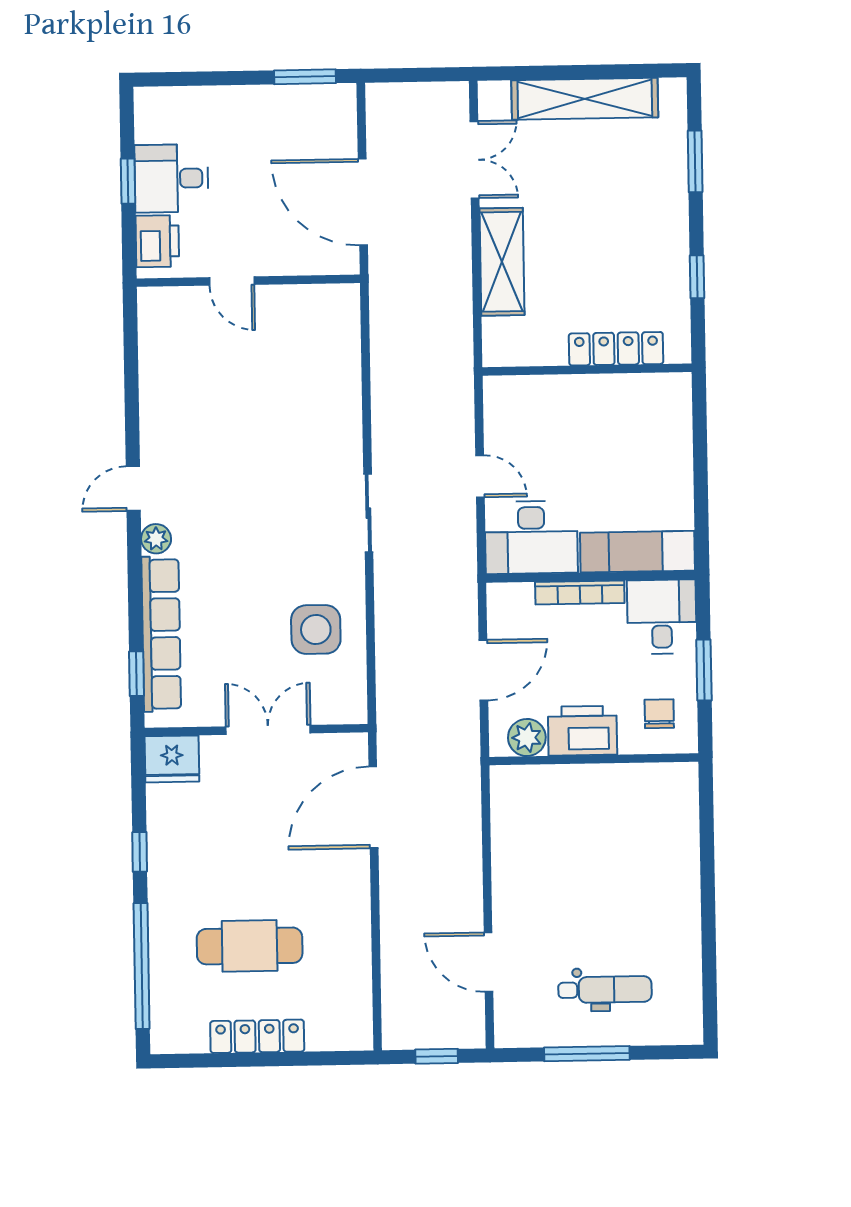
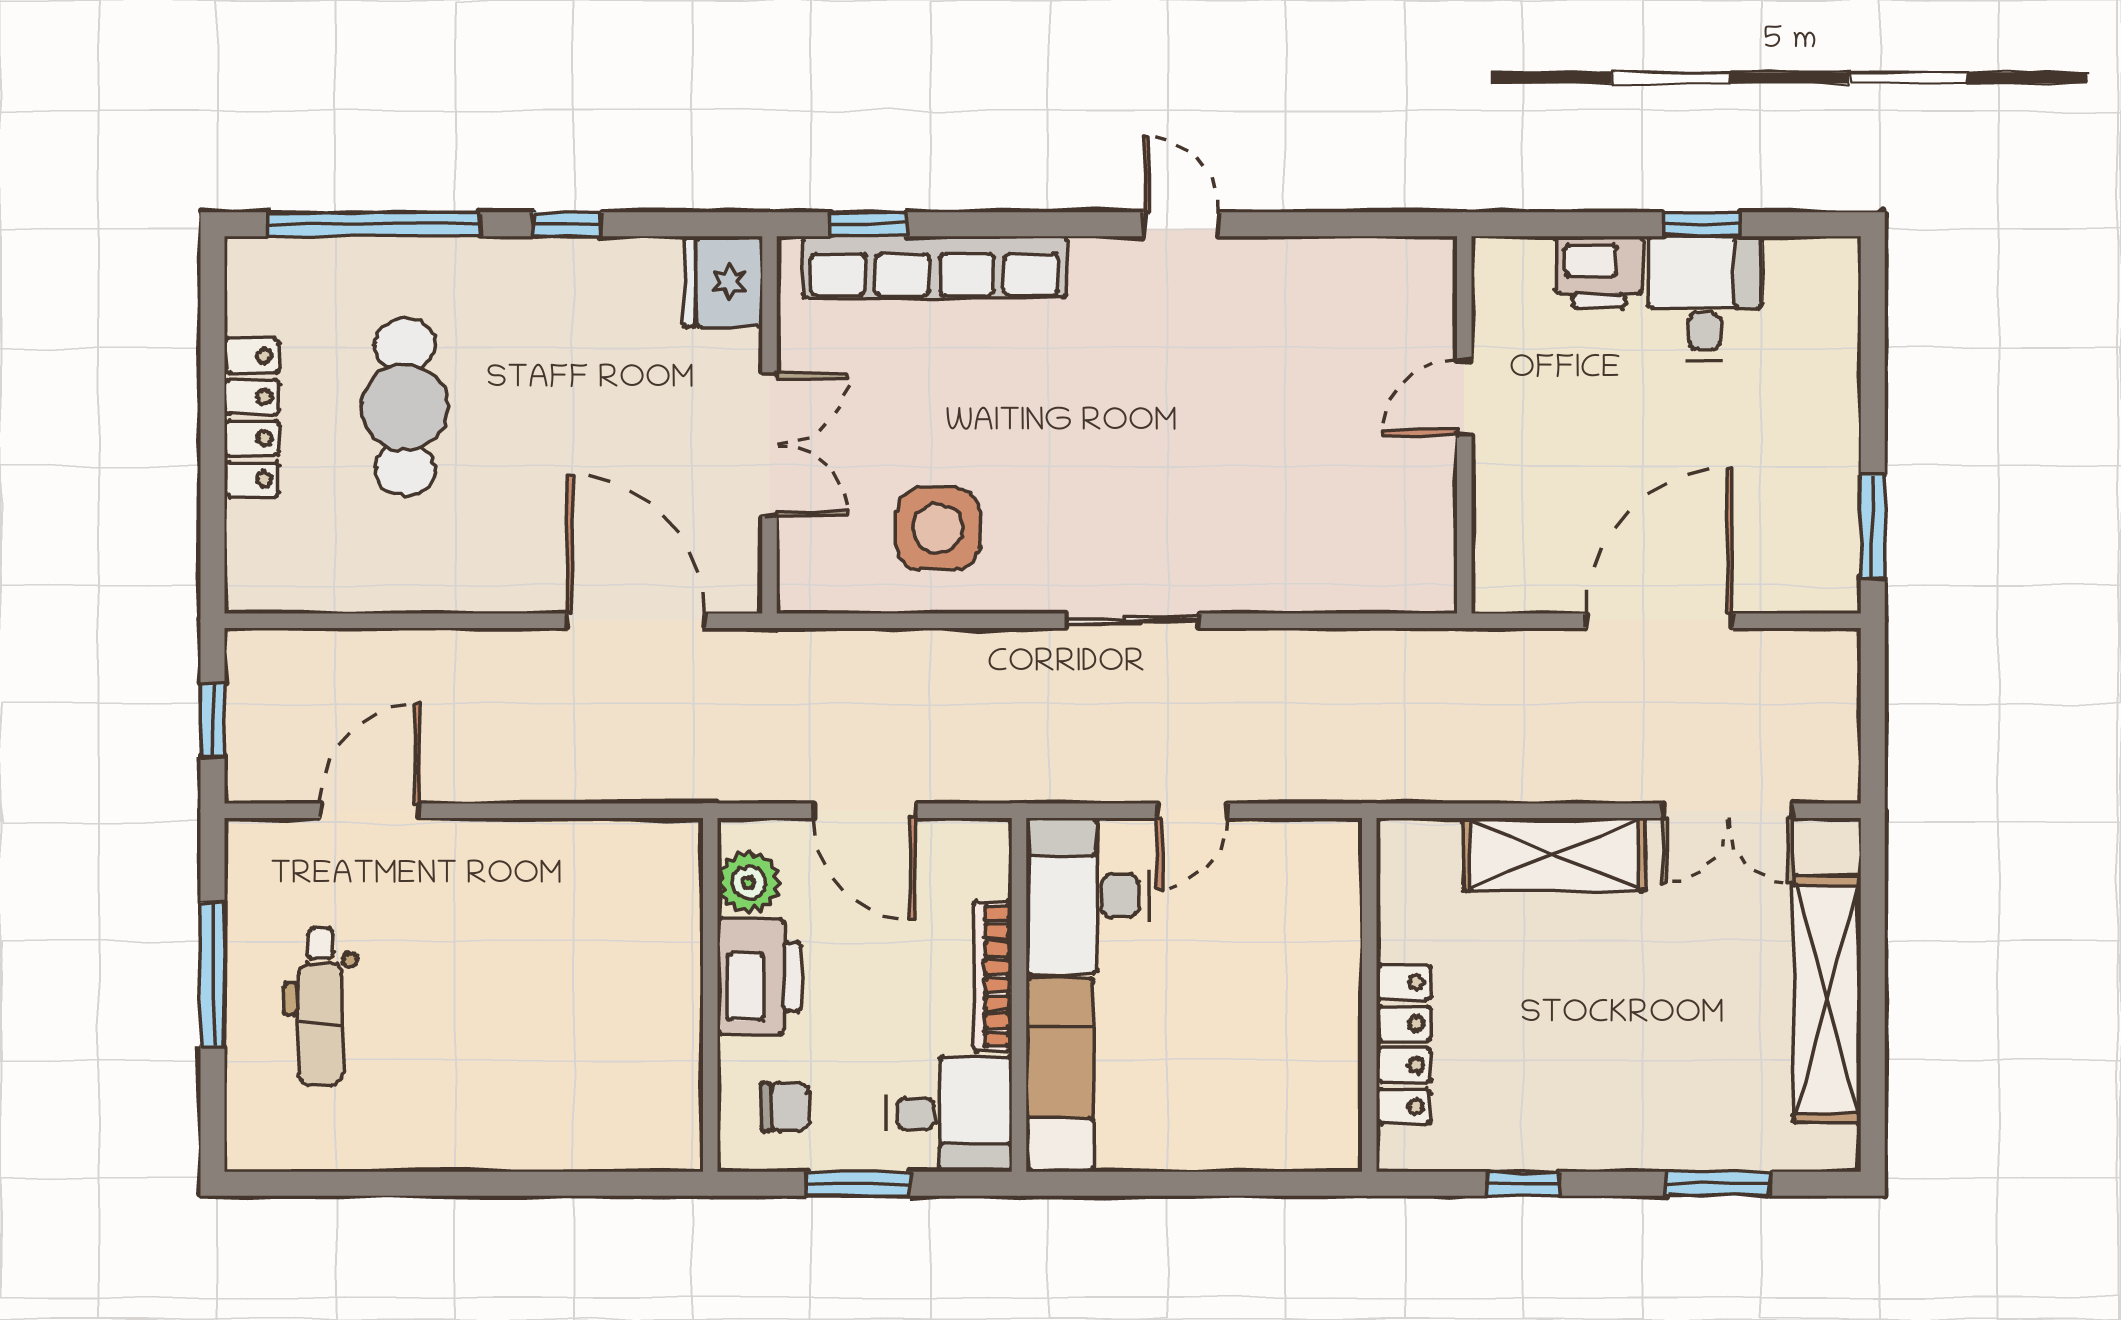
door: (232, 281) -> (1464, 397), moved
wall: (248, 281) -> (1464, 425), moved
plant: (156, 539) -> (1096, 261), removed

